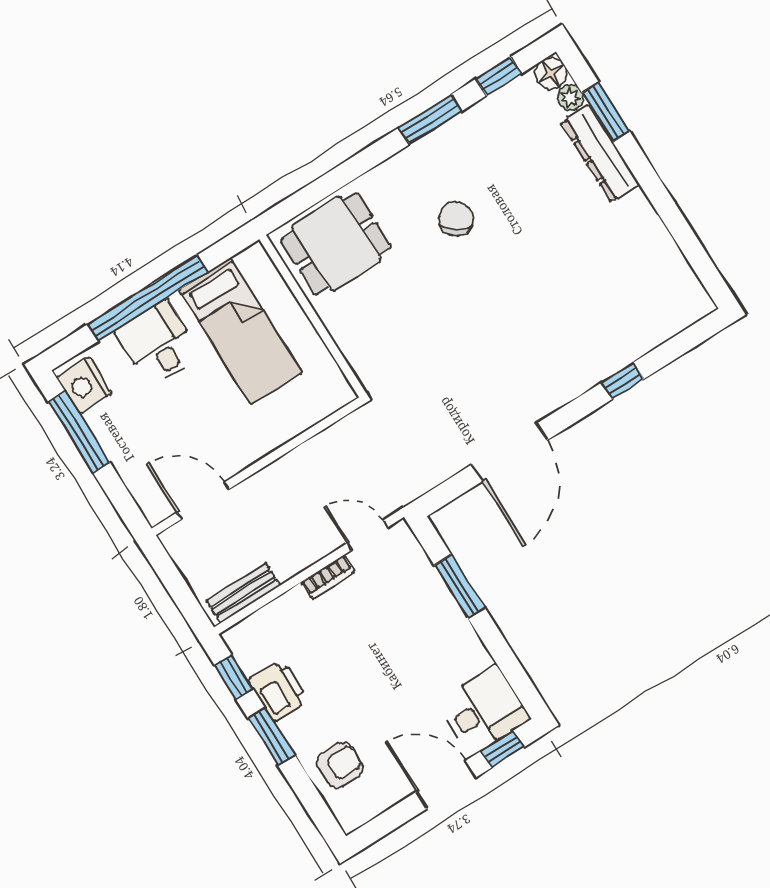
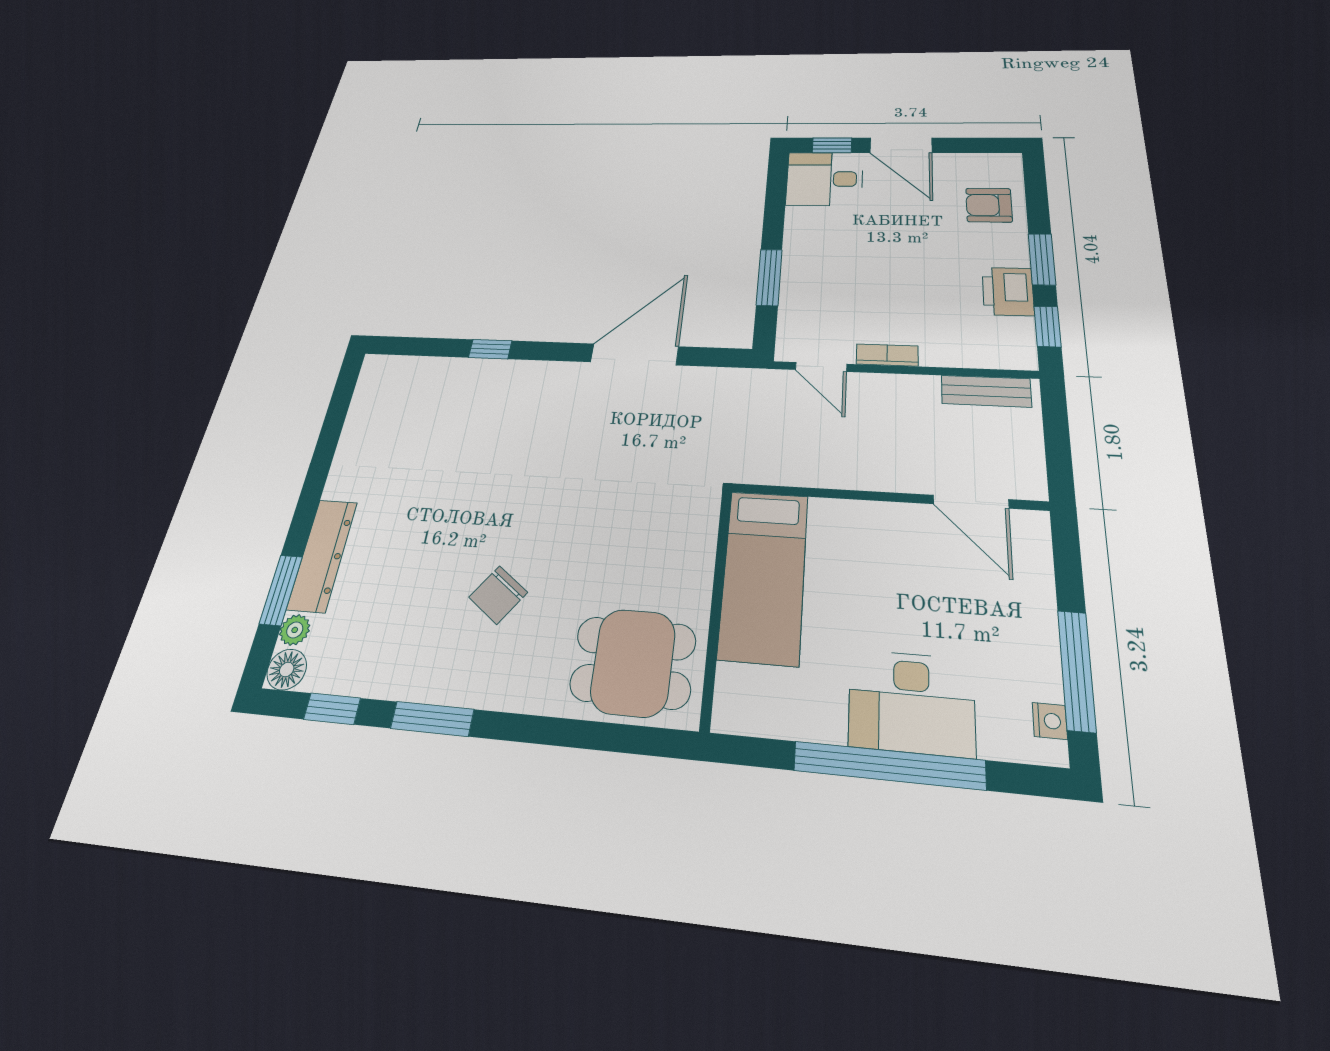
bed: (241, 331) -> (764, 575), moved, turned 180
desk: (158, 343) -> (911, 702), width x1.37
nightstand: (84, 386) -> (1050, 721), width x0.53, depth x0.56

